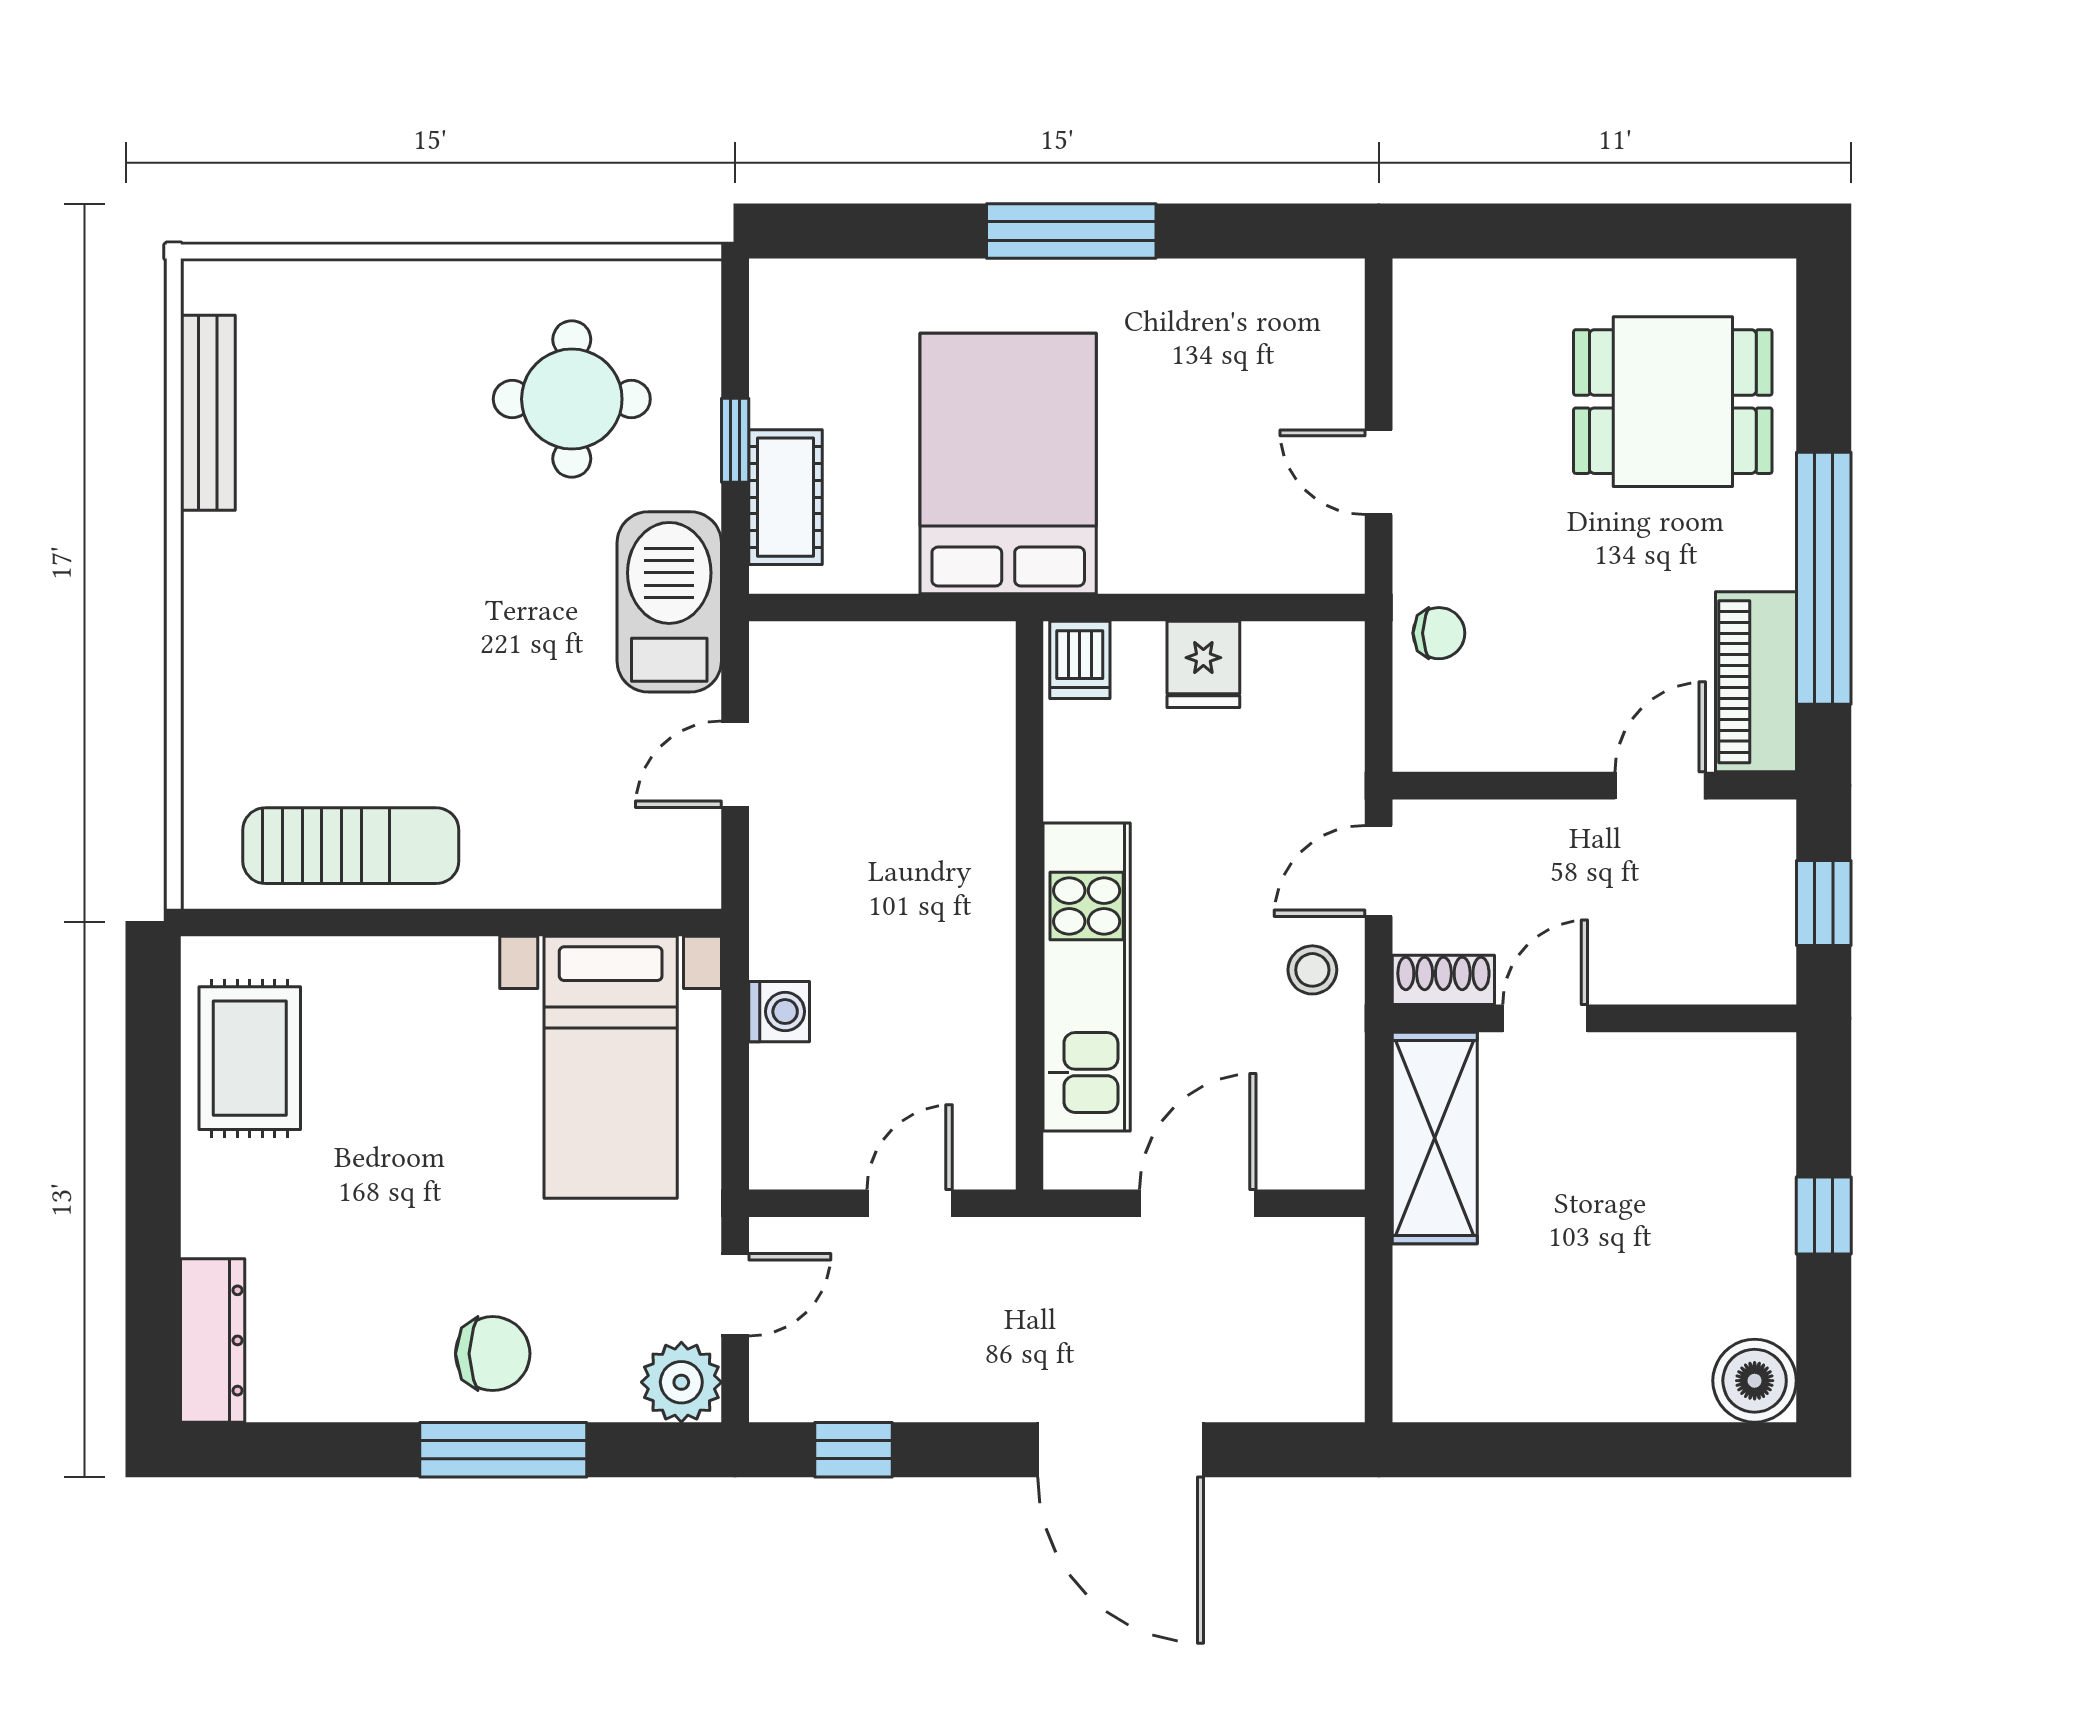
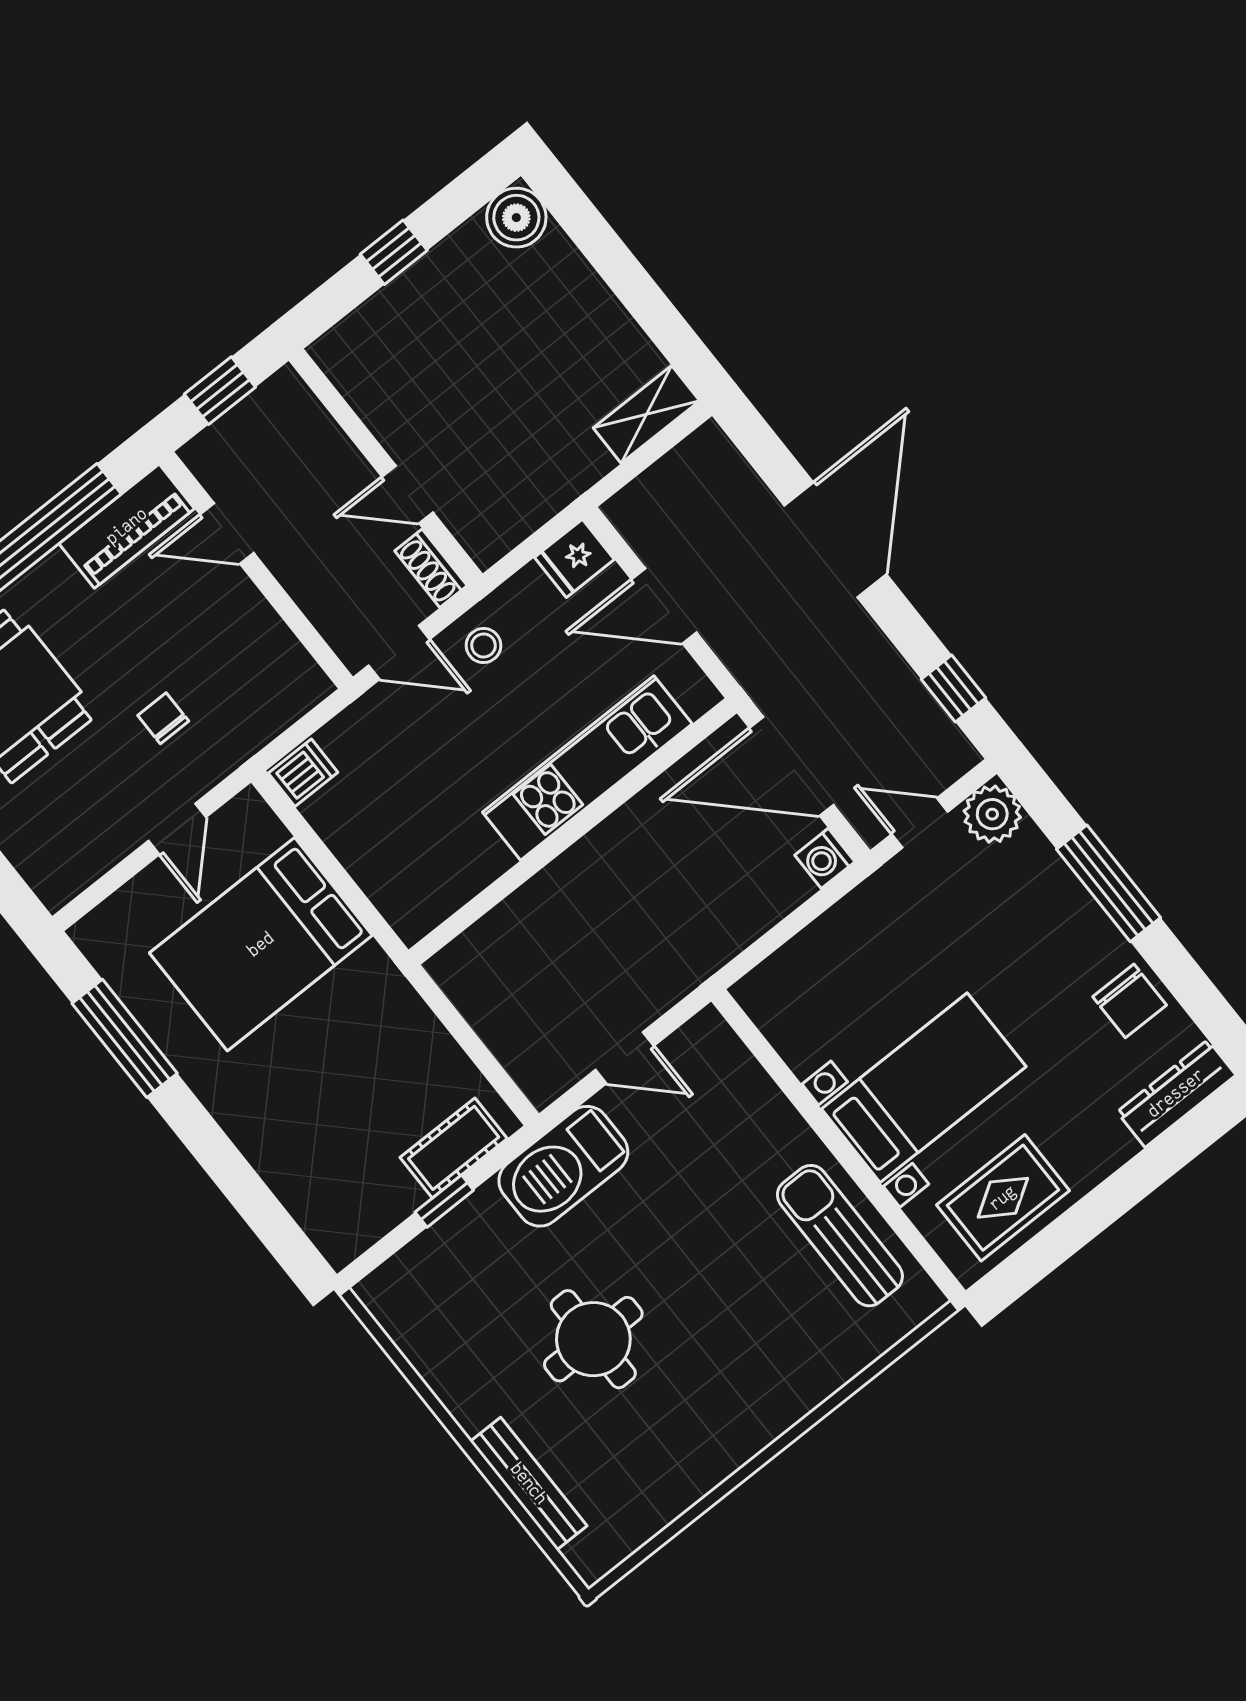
window: (1071, 231) -> (125, 1038), moved
round table: (572, 399) -> (593, 1339), moved
bench: (208, 413) -> (529, 1484), moved, turned 90
bed: (1008, 464) -> (261, 944), moved
chair: (1439, 633) -> (163, 718), moved
dishwasher: (1080, 660) -> (303, 773), moved
fridge: (1203, 664) -> (574, 558), moved, turned 180
washing machine: (779, 1012) -> (825, 858), moved, turned -90
bed with nightstands: (611, 1067) -> (924, 1088), moved
shelving: (1435, 1138) -> (646, 414), moved, width x0.67, depth x0.75
door: (910, 1203) -> (792, 766), width x1.87
chair: (493, 1354) -> (1130, 1001), moved, turned 180

